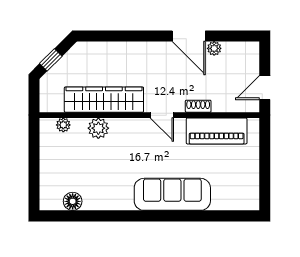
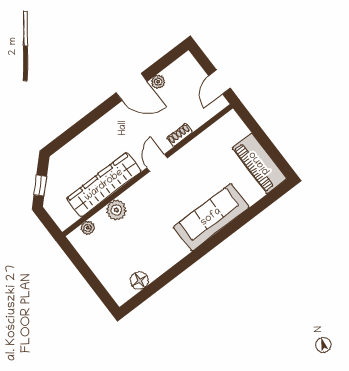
door: (162, 115) -> (157, 163), swing flipped
piano: (217, 131) -> (259, 163), moved, turned 90

